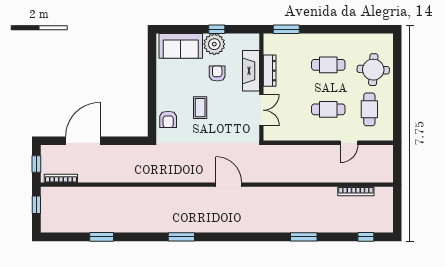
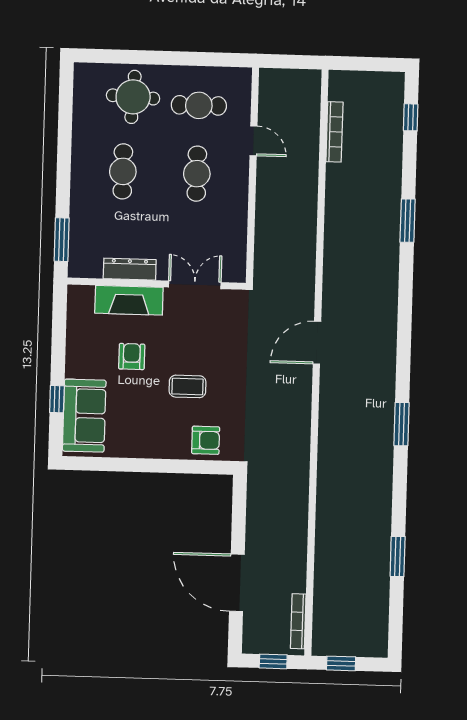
window: (217, 29) -> (57, 399), moved
plant: (214, 44) -> (83, 360), removed
armchair: (217, 73) -> (132, 356), turned 90

